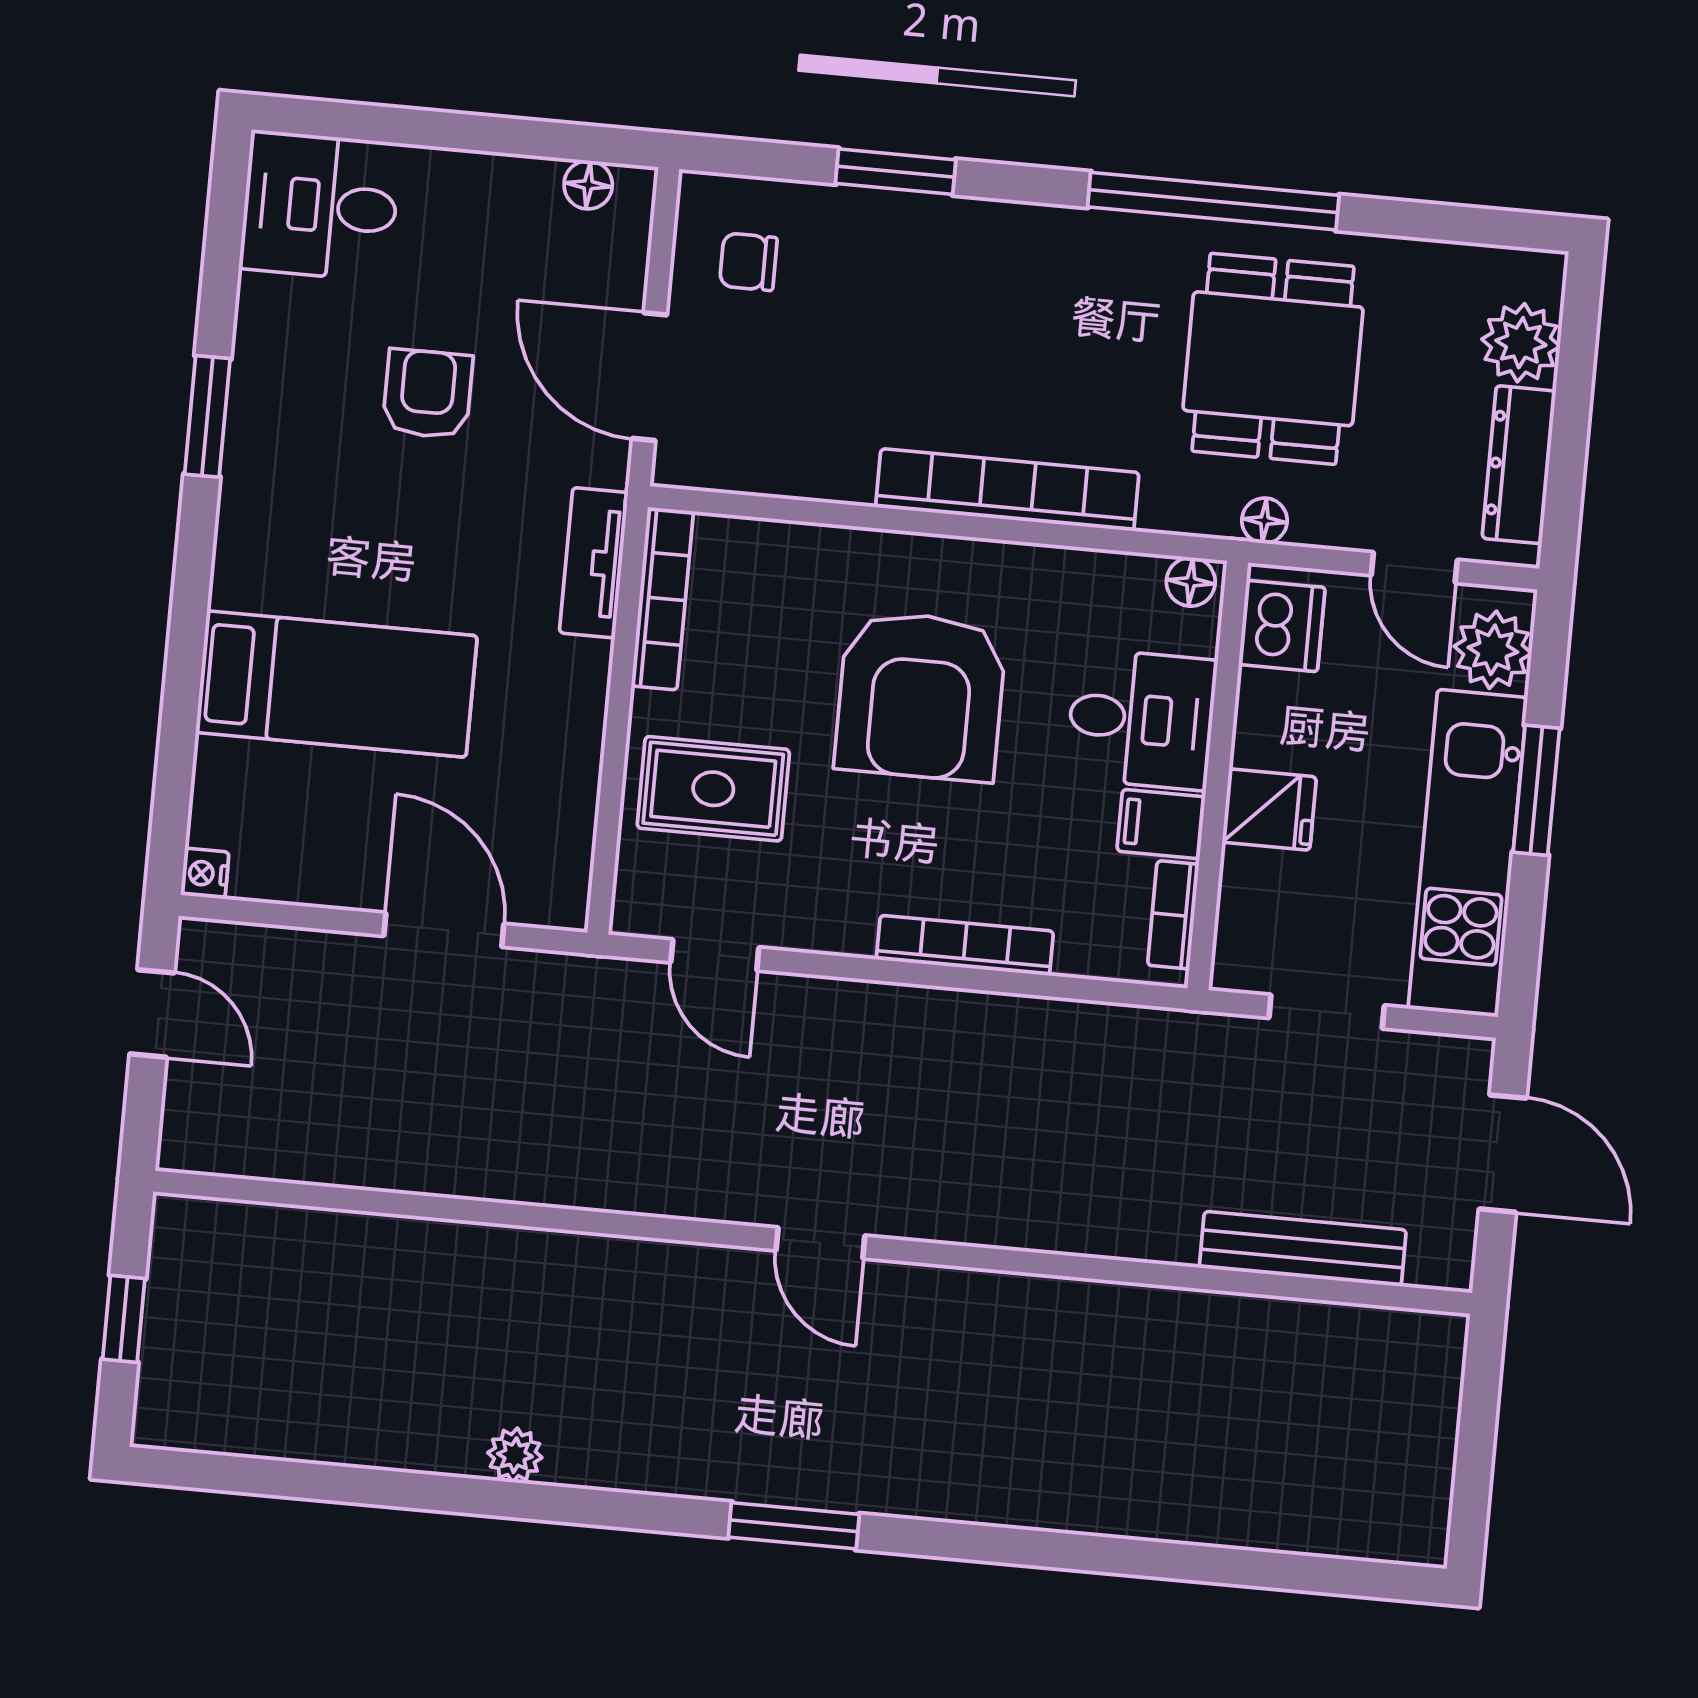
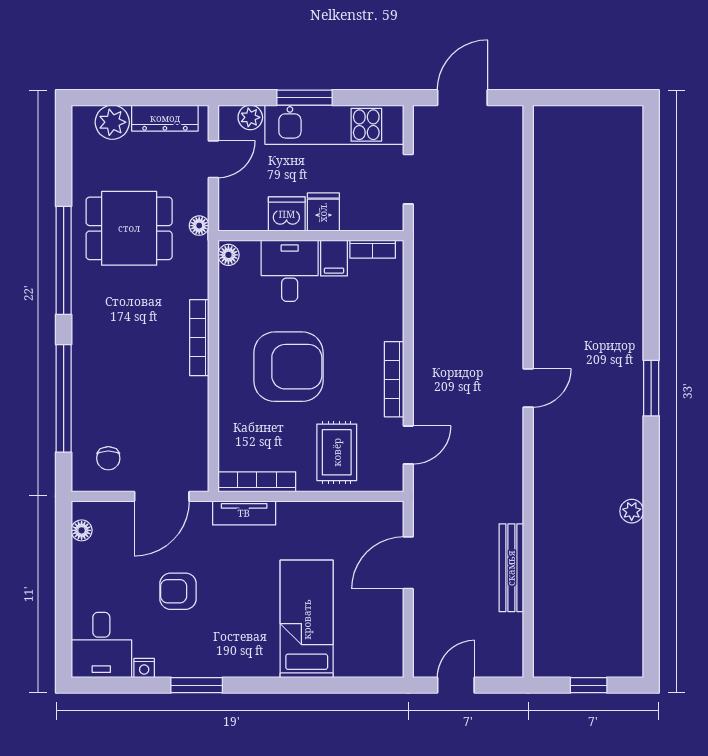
window: (896, 172) -> (64, 398), width x2.11
bookcase: (1007, 490) -> (199, 338), width x0.68, depth x0.76
dishwasher: (1282, 626) -> (287, 214), moved
plant: (1493, 650) -> (250, 117), width x0.73, depth x0.73
nightstand: (205, 874) -> (144, 668), moved
bookcase: (965, 945) -> (394, 379), moved
bench: (1303, 1249) -> (511, 568), moved

